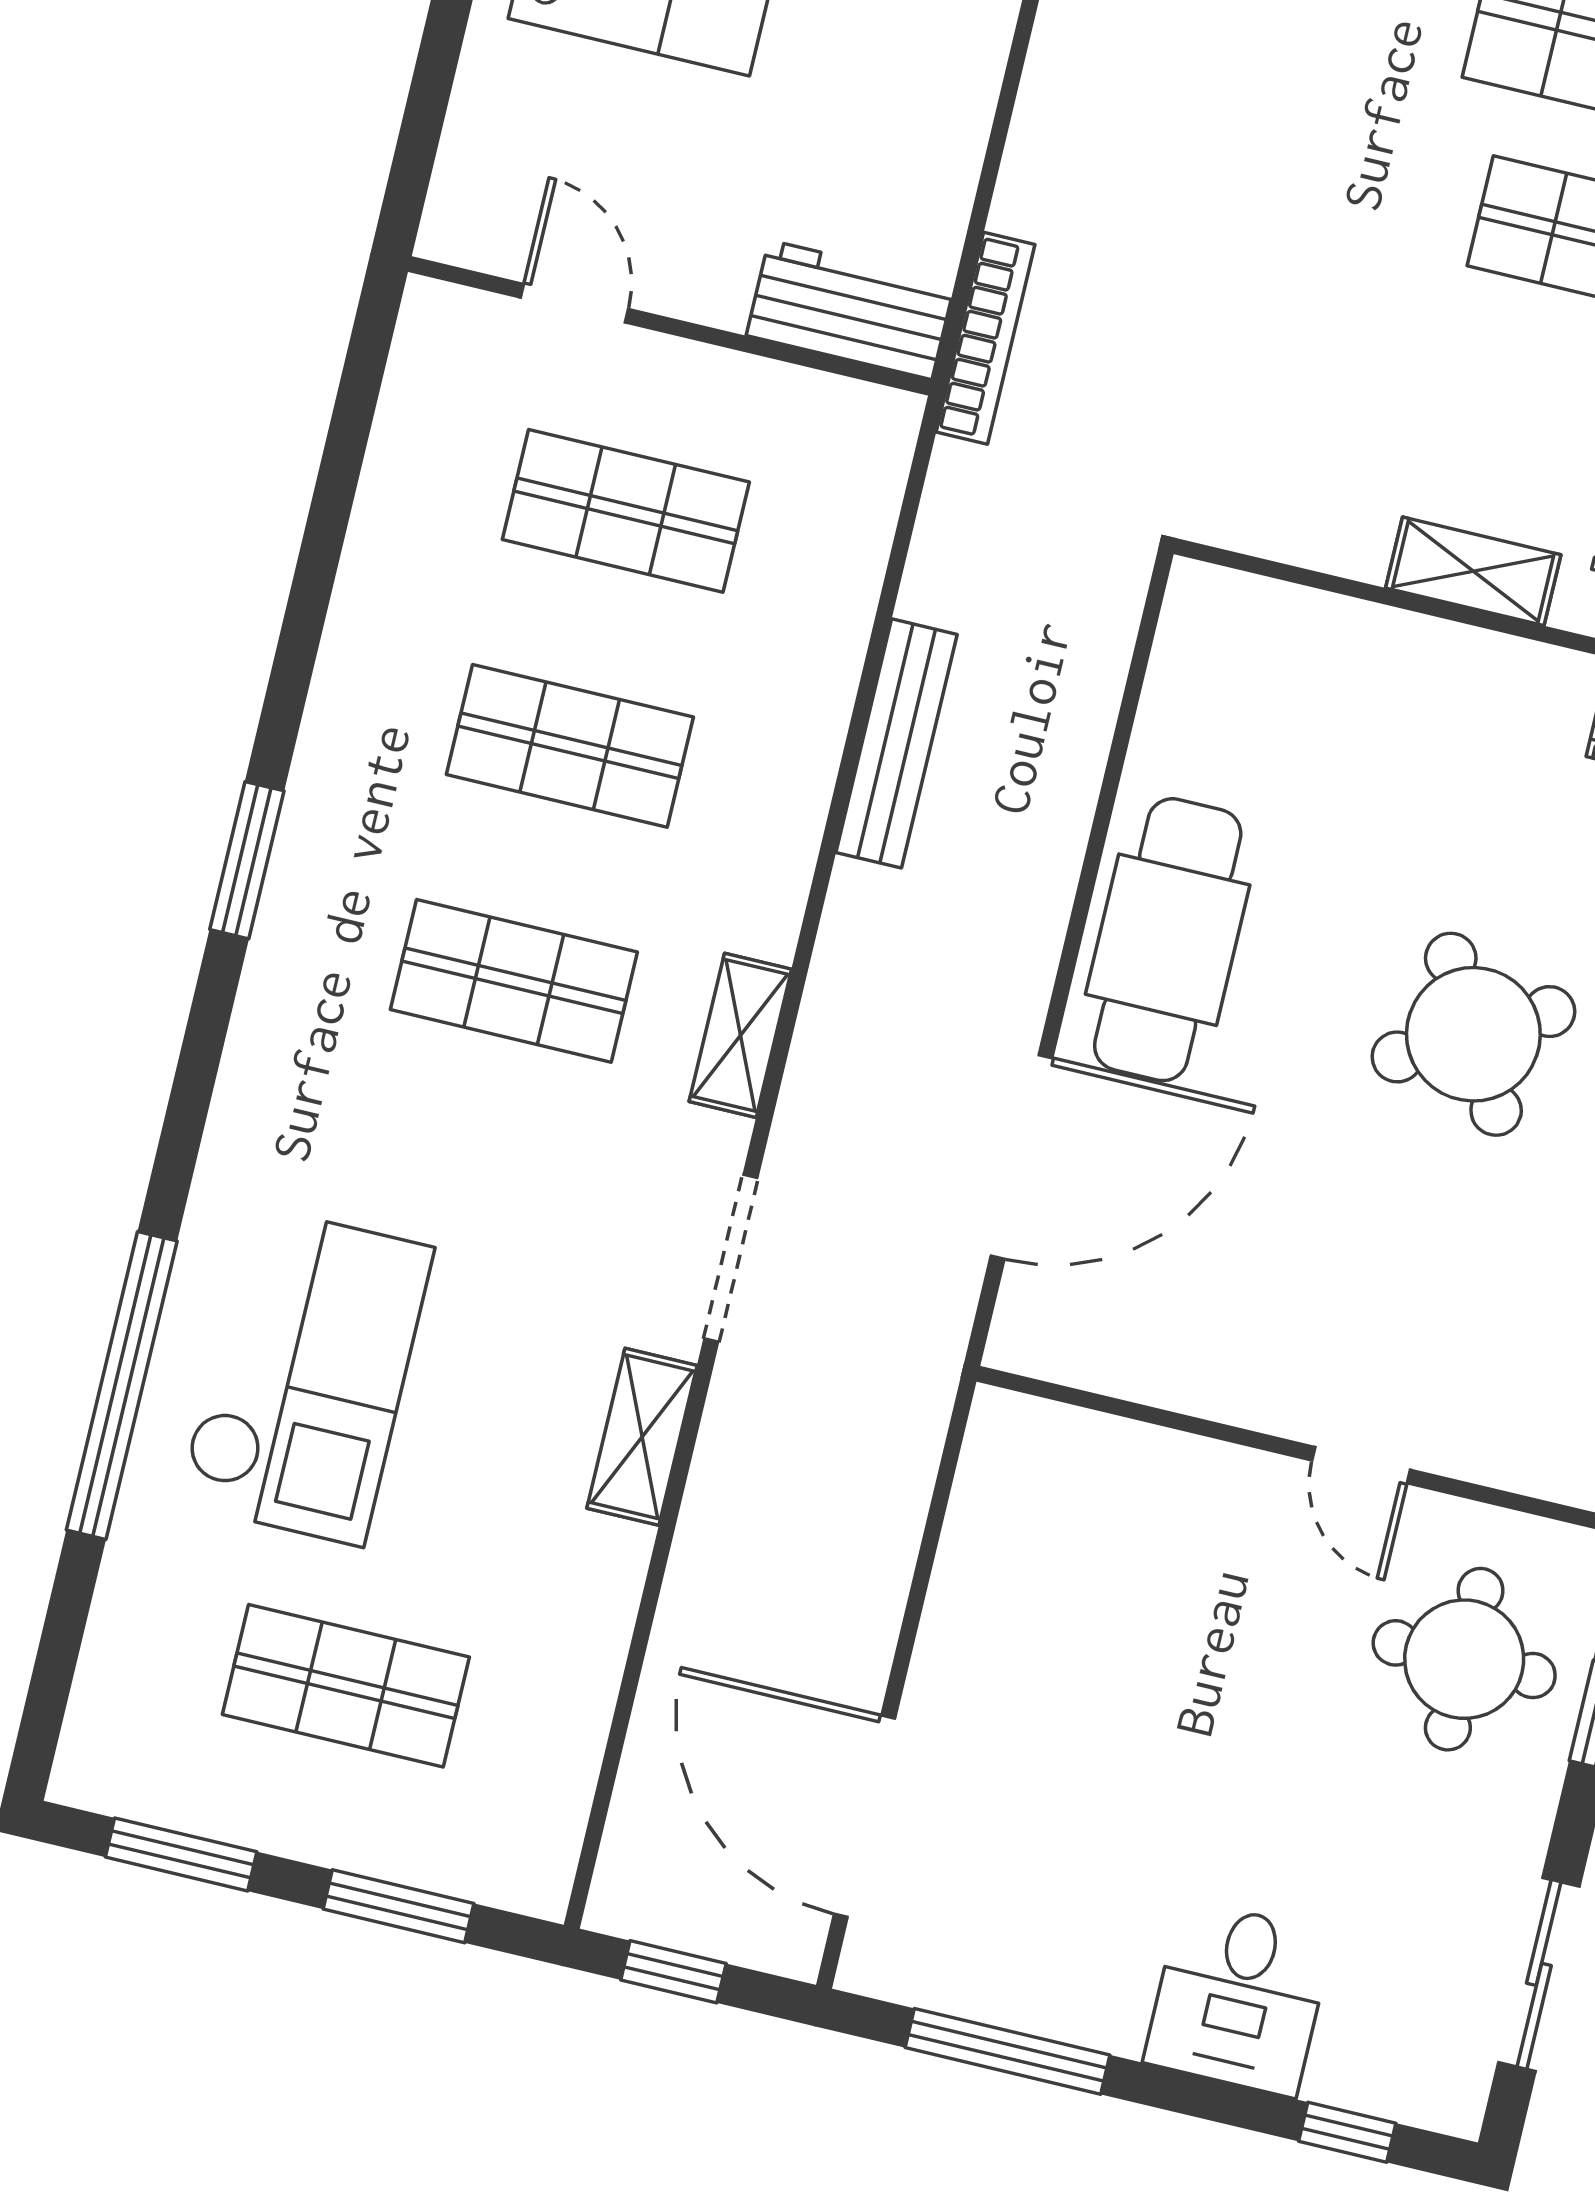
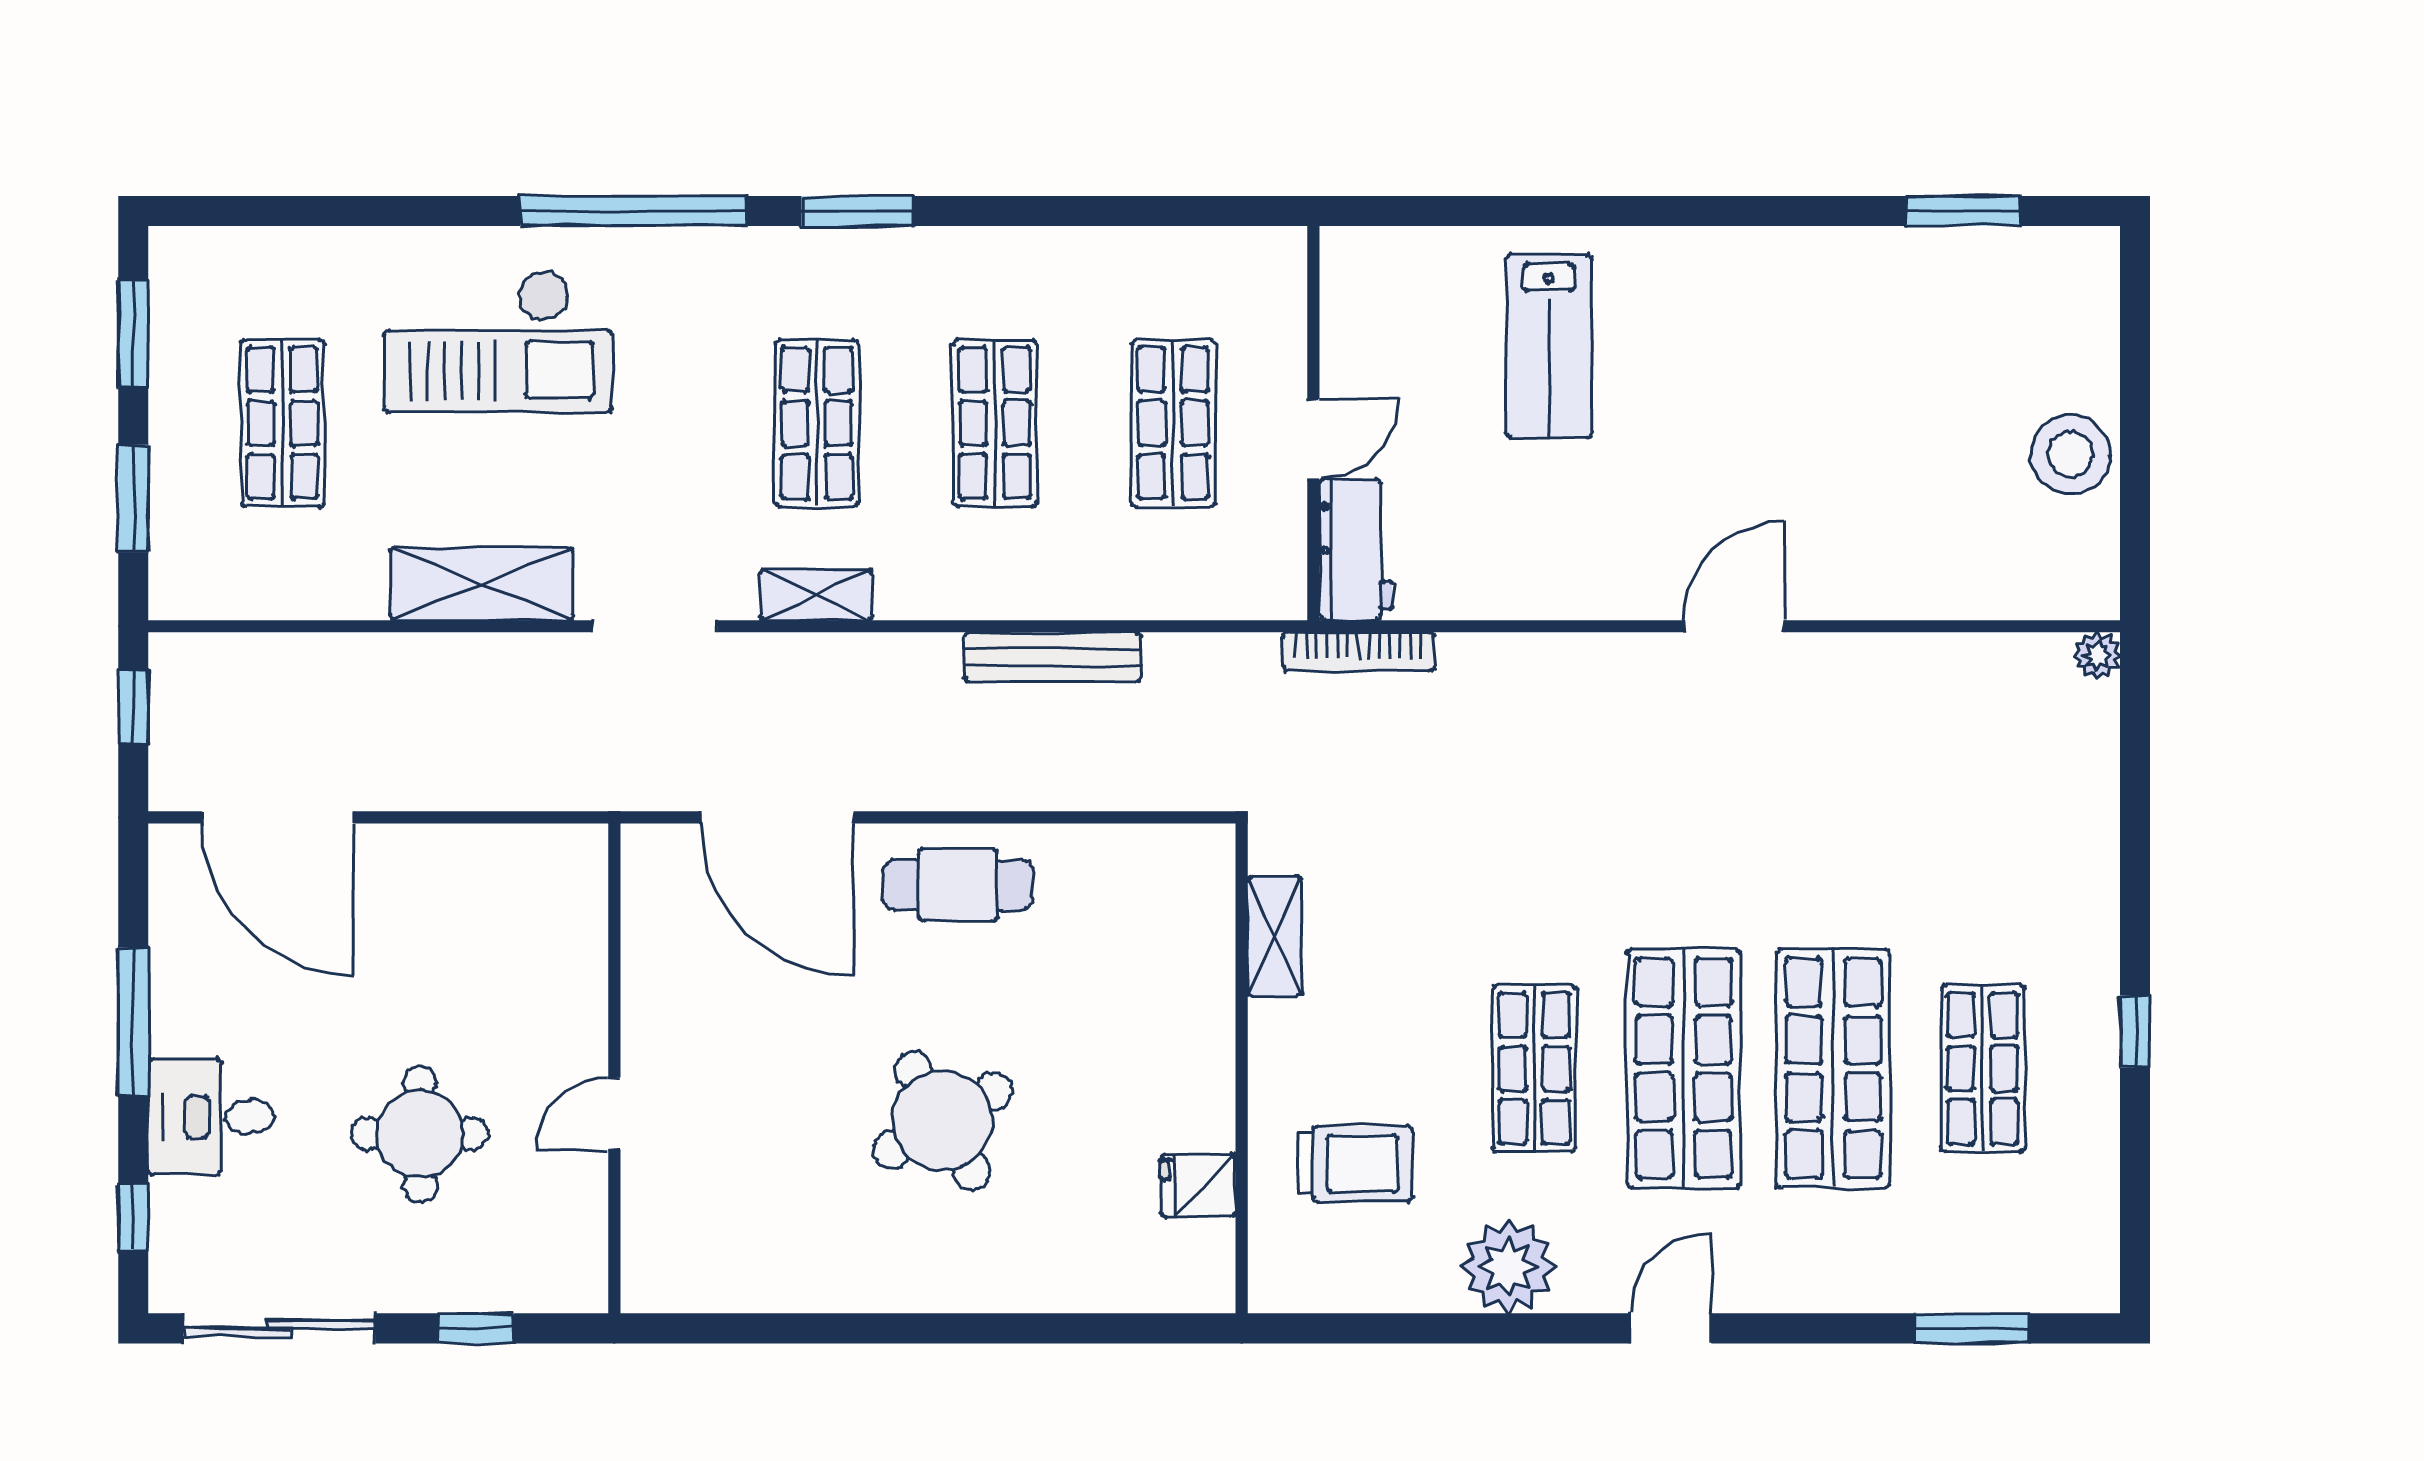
door: (574, 303) -> (1313, 439), moved
shelving: (1473, 571) -> (1275, 936), moved
cafe table: (1168, 940) -> (958, 885), width x0.73, depth x0.74
window: (122, 1385) -> (634, 211), moved
shelving: (642, 1437) -> (481, 584), width x1.50, depth x1.33
round table: (1464, 1659) -> (420, 1134), moved
door: (865, 1816) -> (278, 817), swing flipped
sliding door: (1539, 1974) -> (279, 1328), width x1.37
window: (1008, 2051) -> (133, 1022), moved

